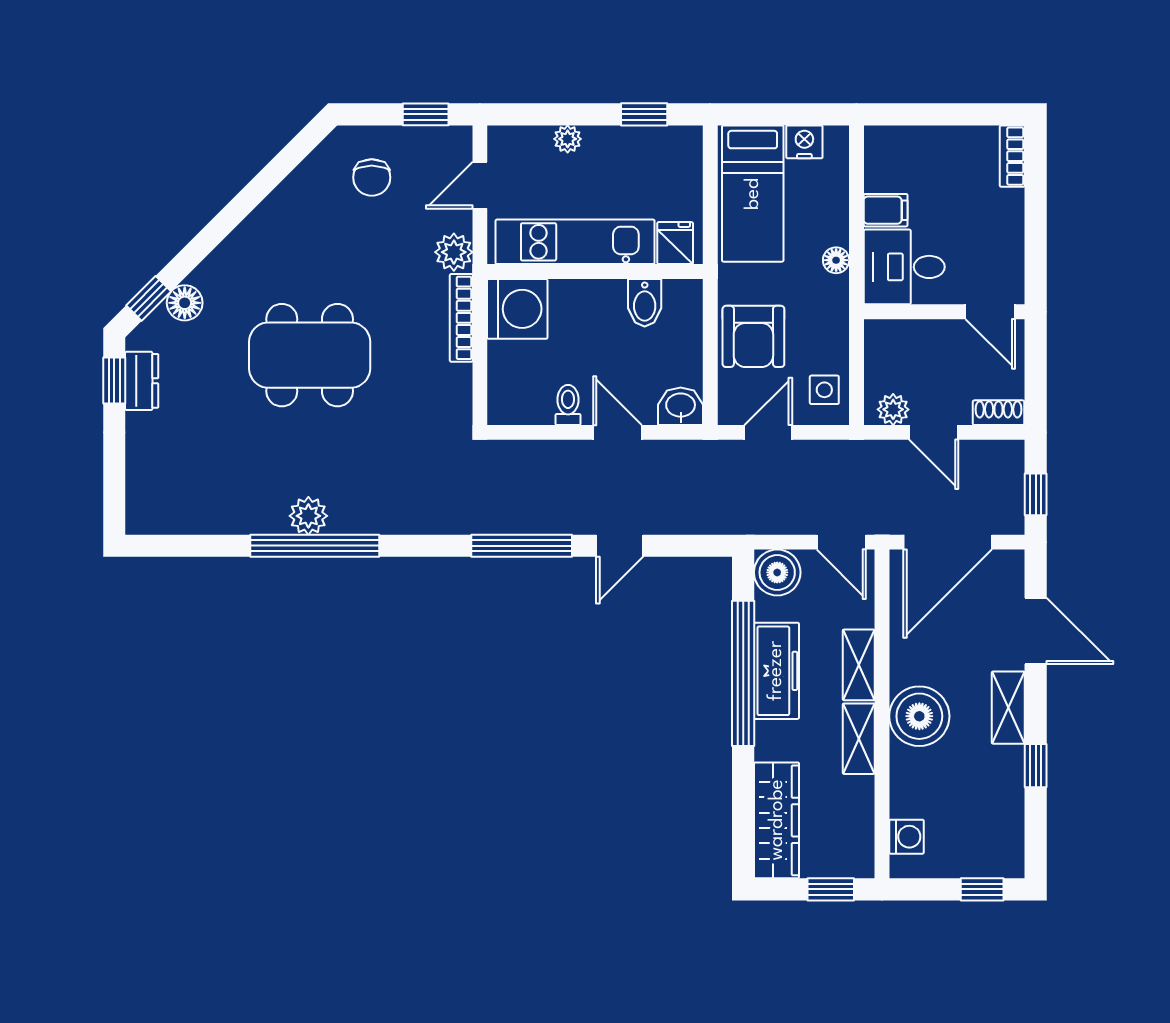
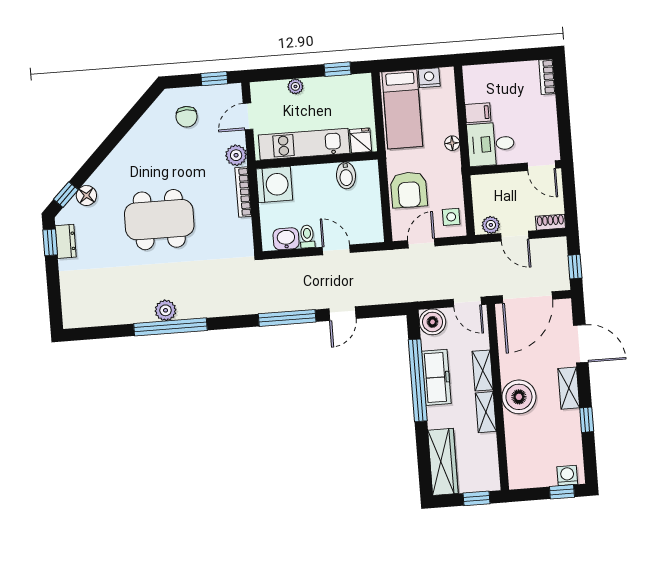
washbasin: (681, 406) -> (286, 239), moved
washing machine: (907, 837) -> (567, 475), moved, turned -90

